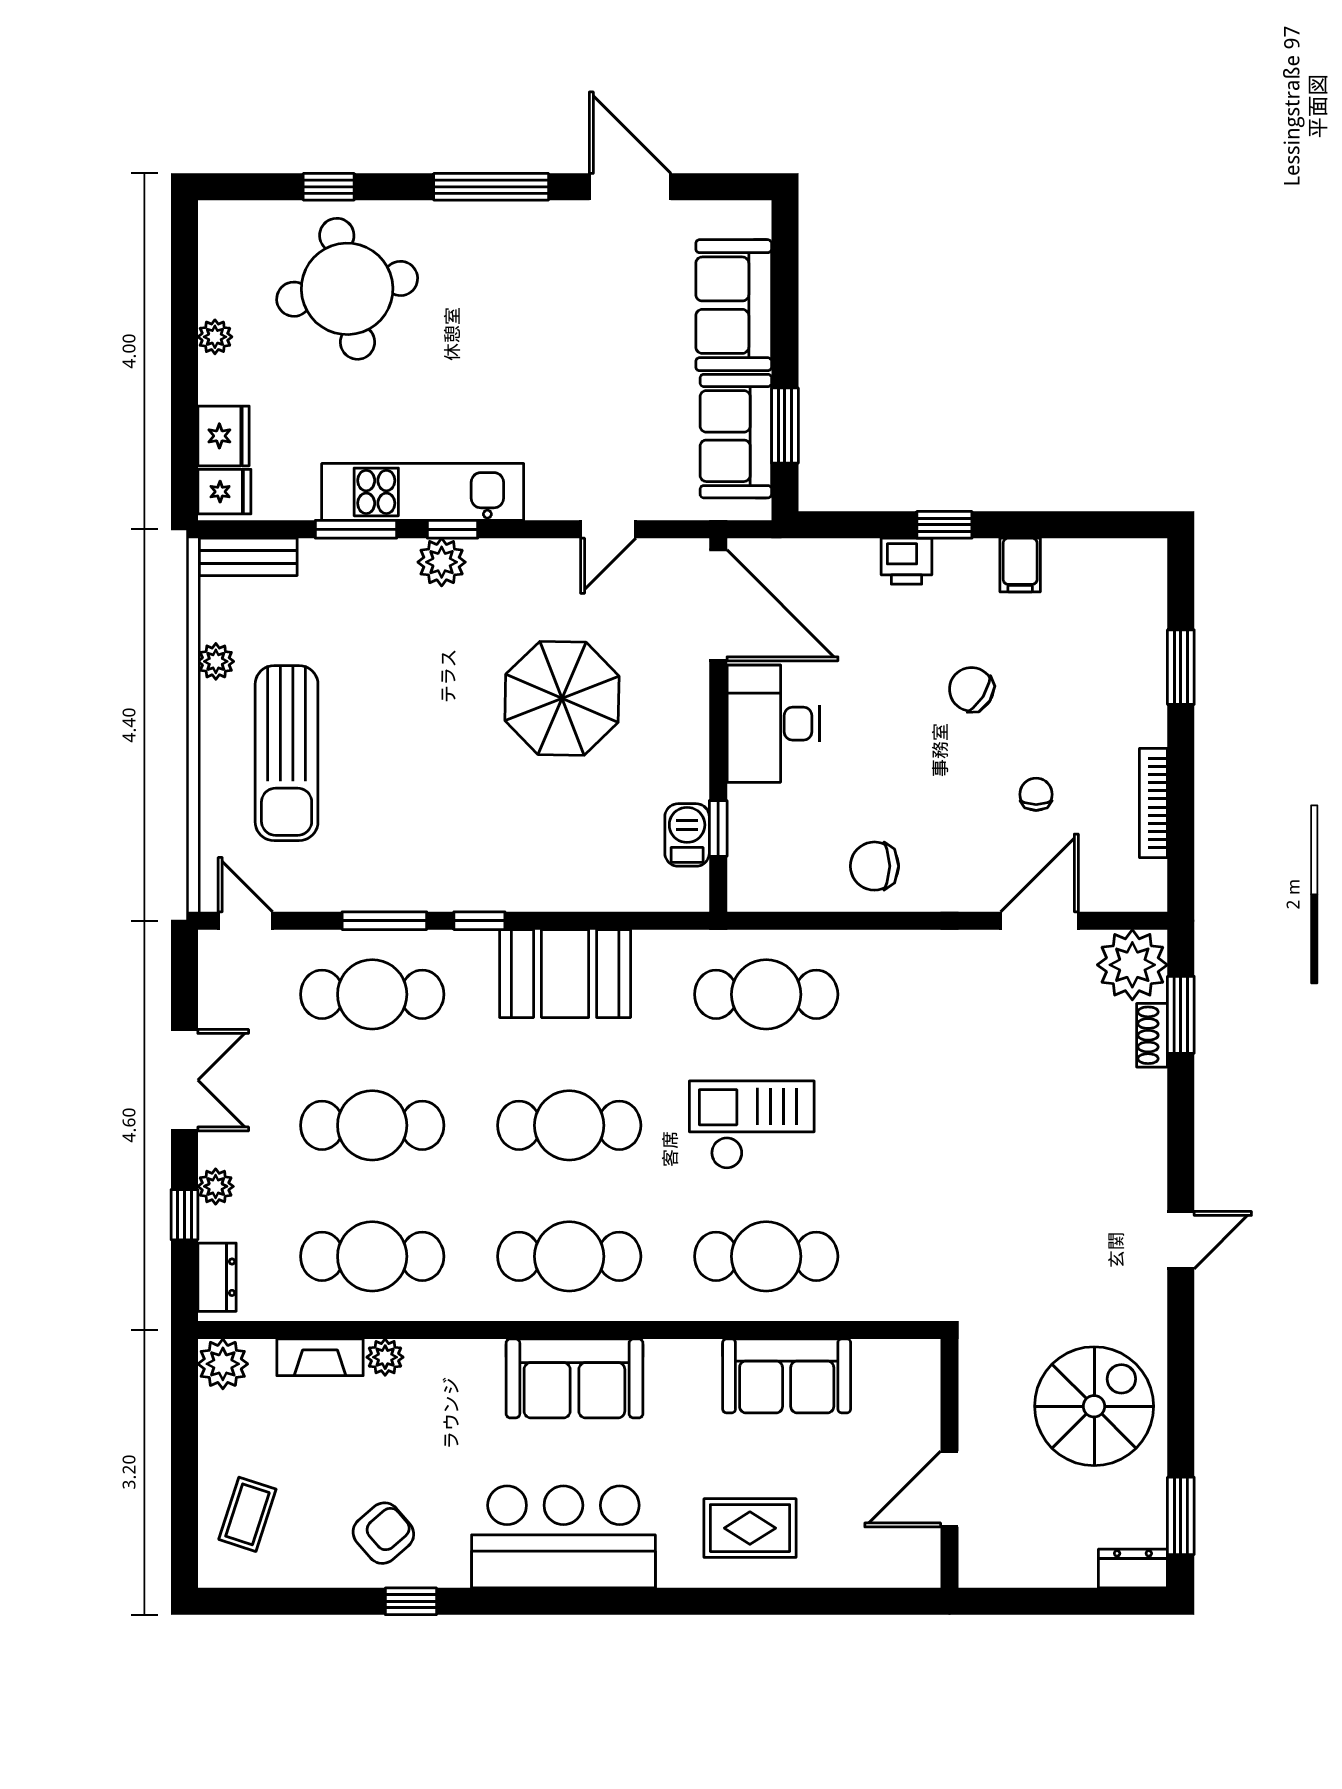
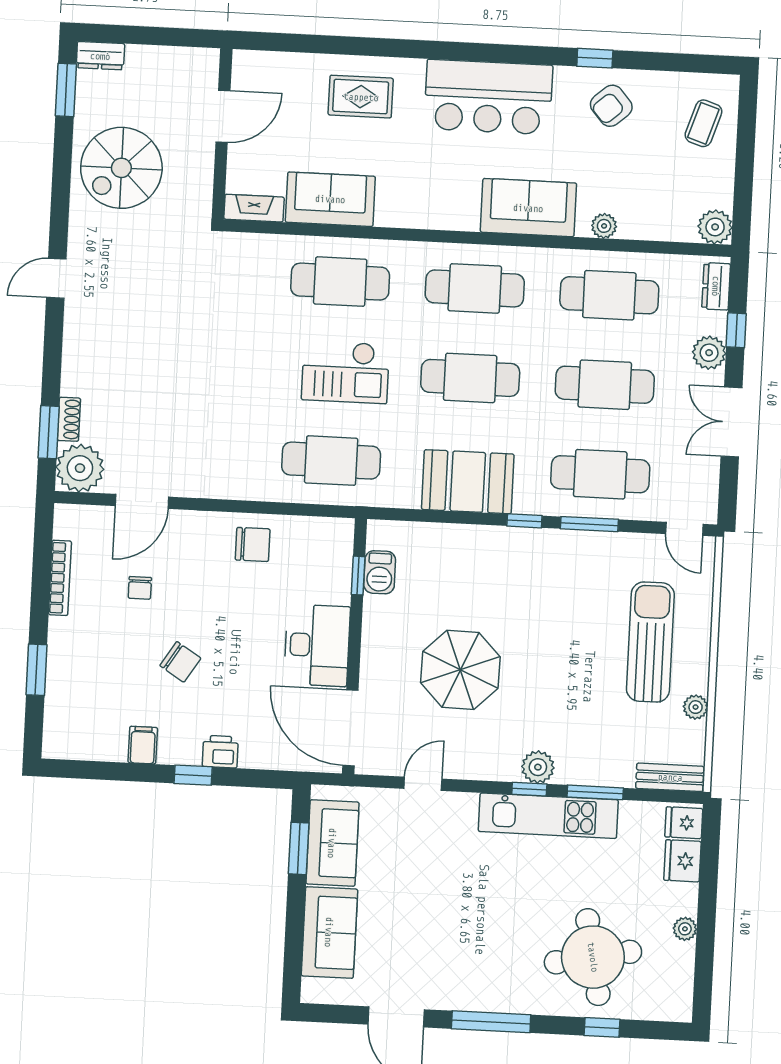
plant: (216, 1186) -> (709, 353), width x1.38, depth x1.38
fireplace: (320, 1357) -> (254, 208), moved
sofa: (574, 1378) -> (528, 208), moved

